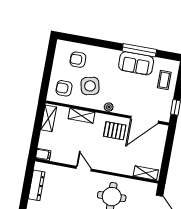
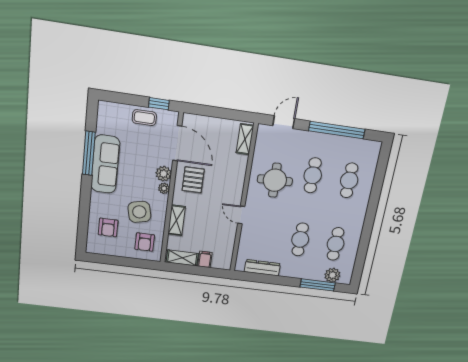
sofa: (136, 63) -> (105, 164), width x1.36
coffee table: (164, 80) -> (144, 118), moved
plant: (121, 107) -> (164, 174), added
filing cabinet: (43, 155) -> (205, 259), moved
door: (84, 169) -> (241, 215), hinge flipped

